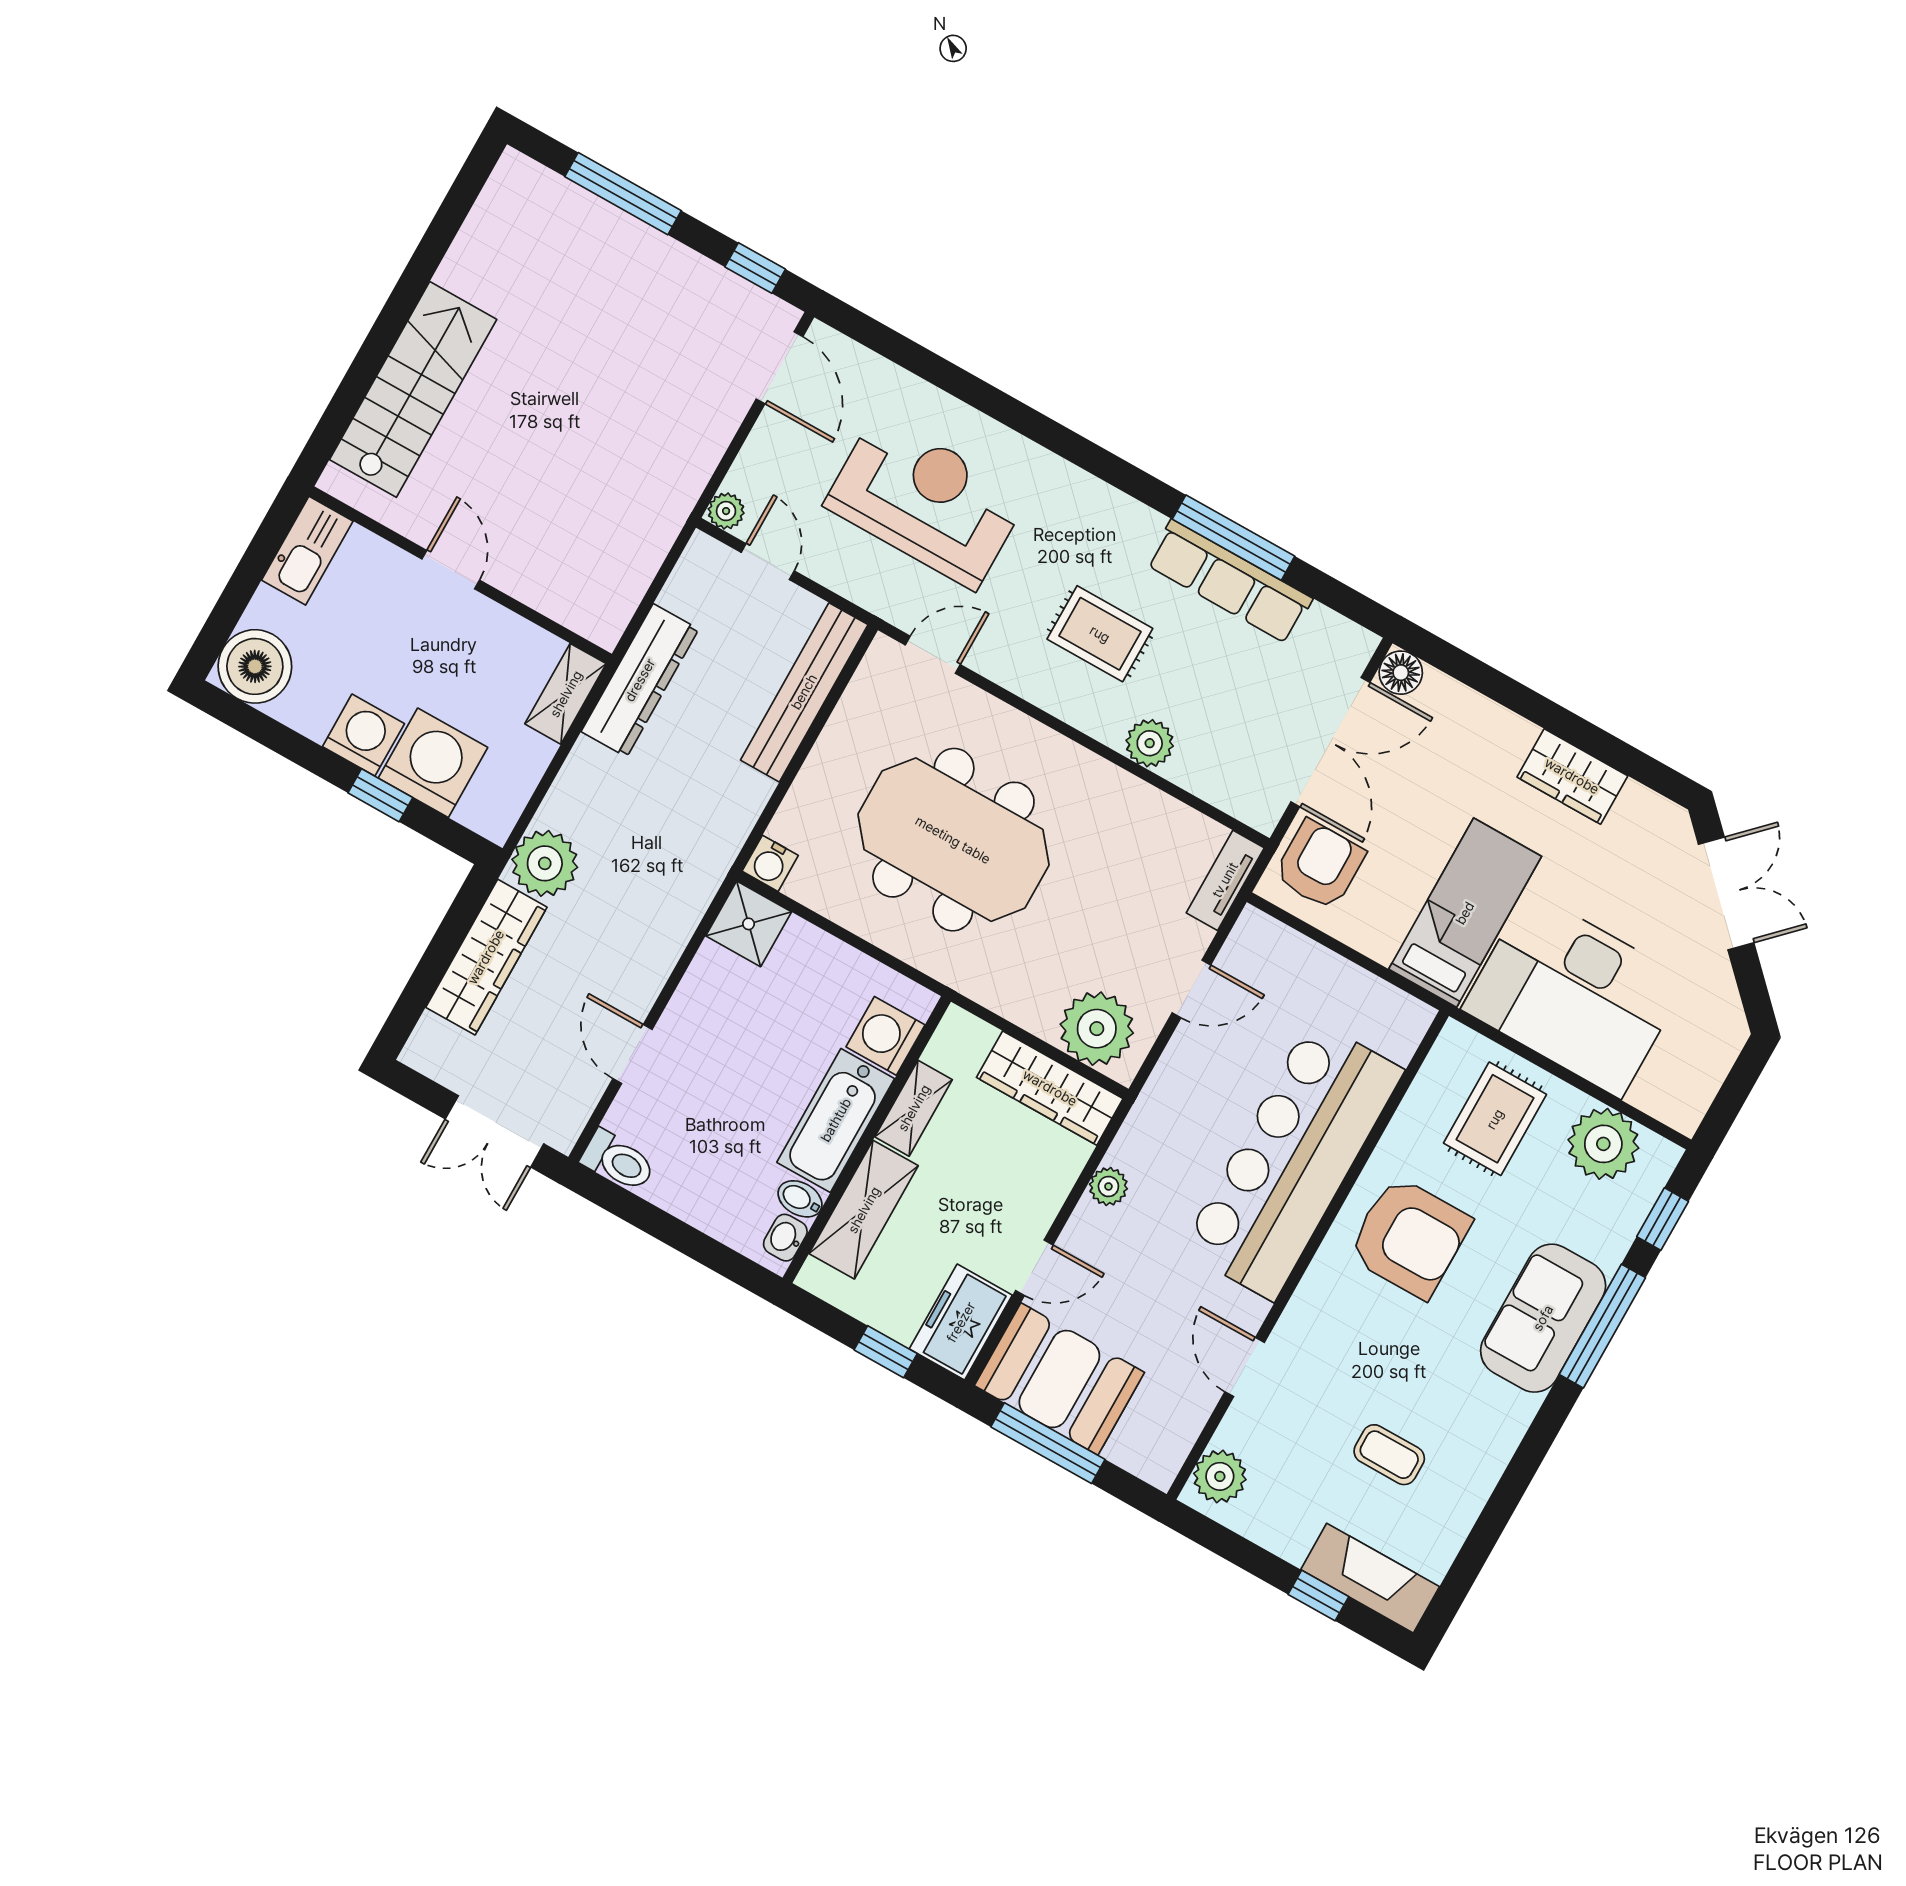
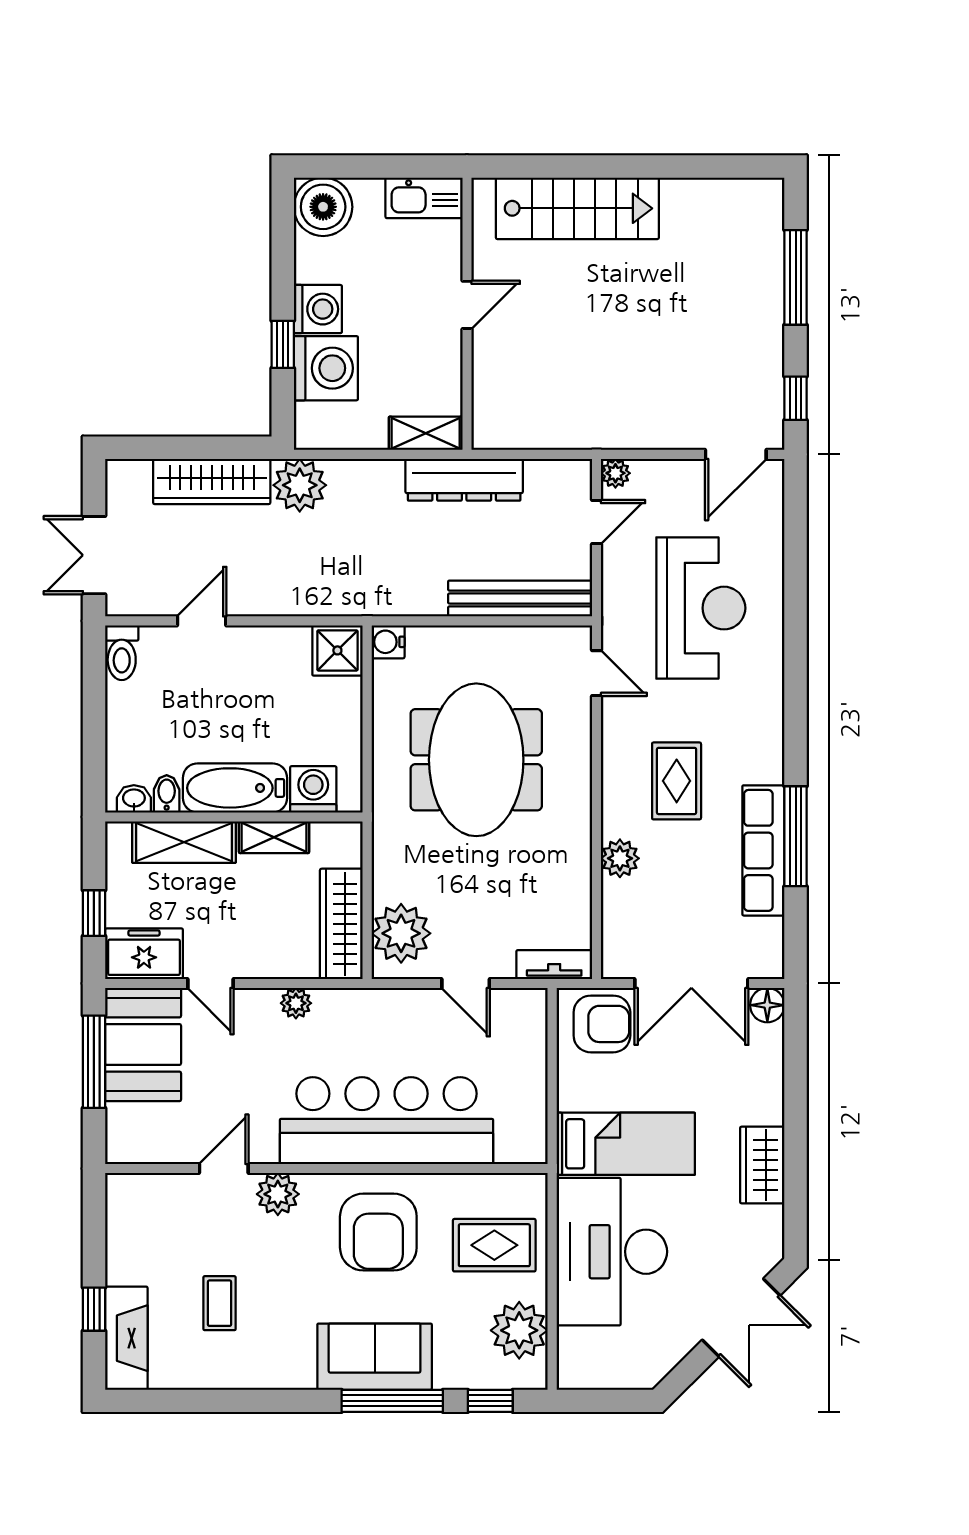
plant: (1220, 1476) -> (278, 1194), moved

